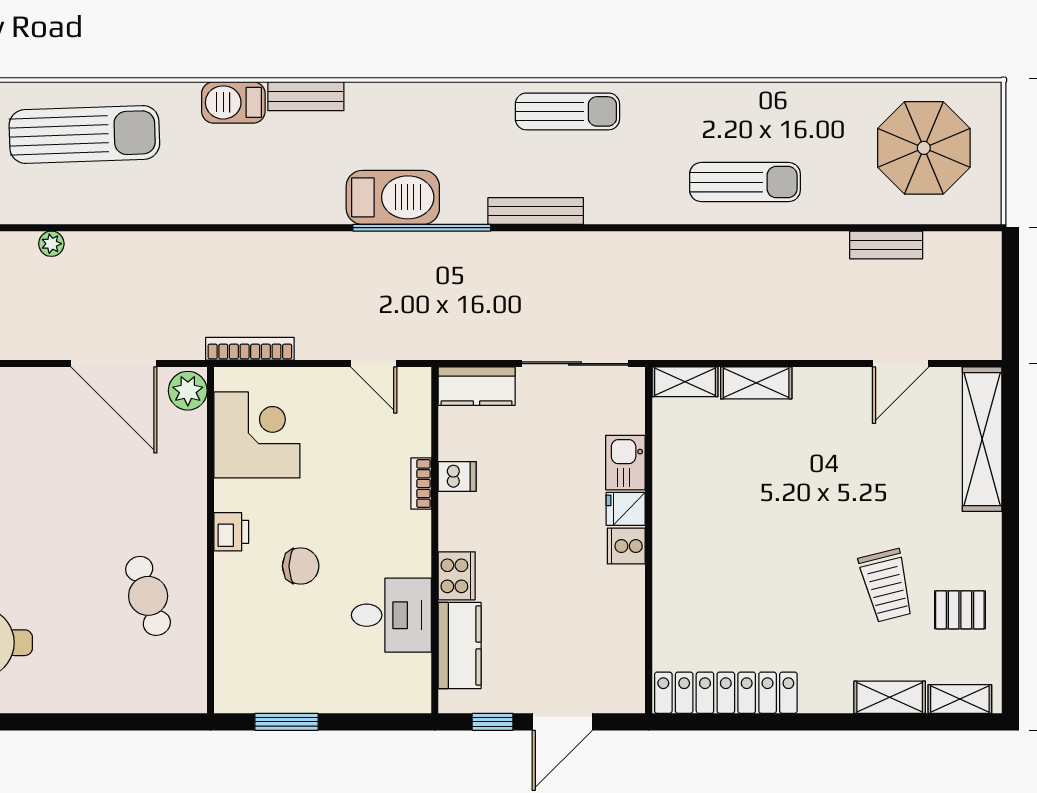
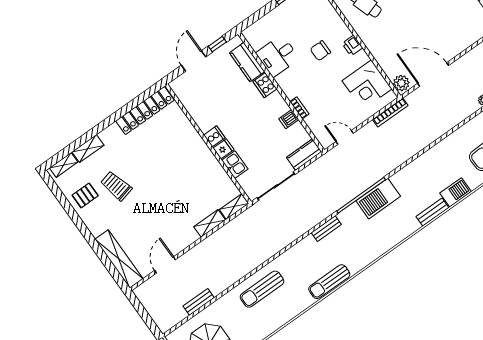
sun lounger: (567, 111) -> (329, 282), moved
bench: (536, 211) -> (326, 229), width x0.73

